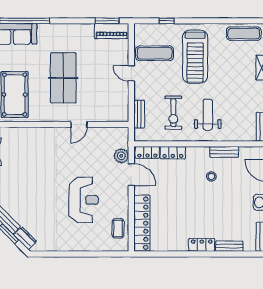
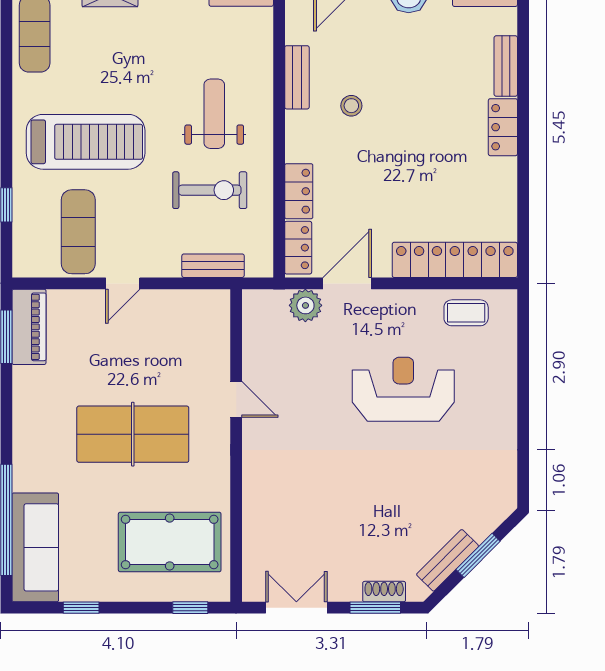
weight bench: (208, 115) -> (214, 114), turned 90
dresser: (25, 238) -> (488, 518), removed

